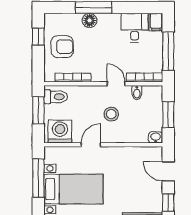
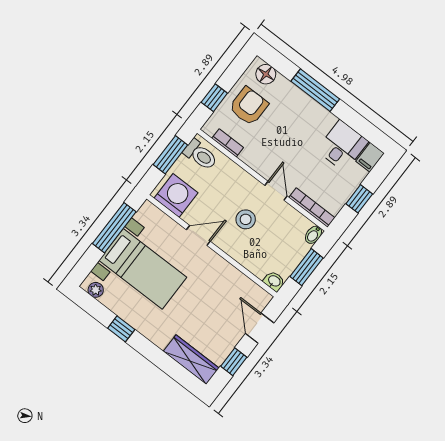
floor lamp: (90, 20) -> (266, 74), moved
window: (38, 37) -> (214, 98), moved
armchair: (62, 47) -> (249, 106), turned -90
window: (168, 51) -> (359, 199), width x0.46
bookcase: (73, 78) -> (228, 143), width x0.64
bidet: (137, 93) -> (313, 235), moved

